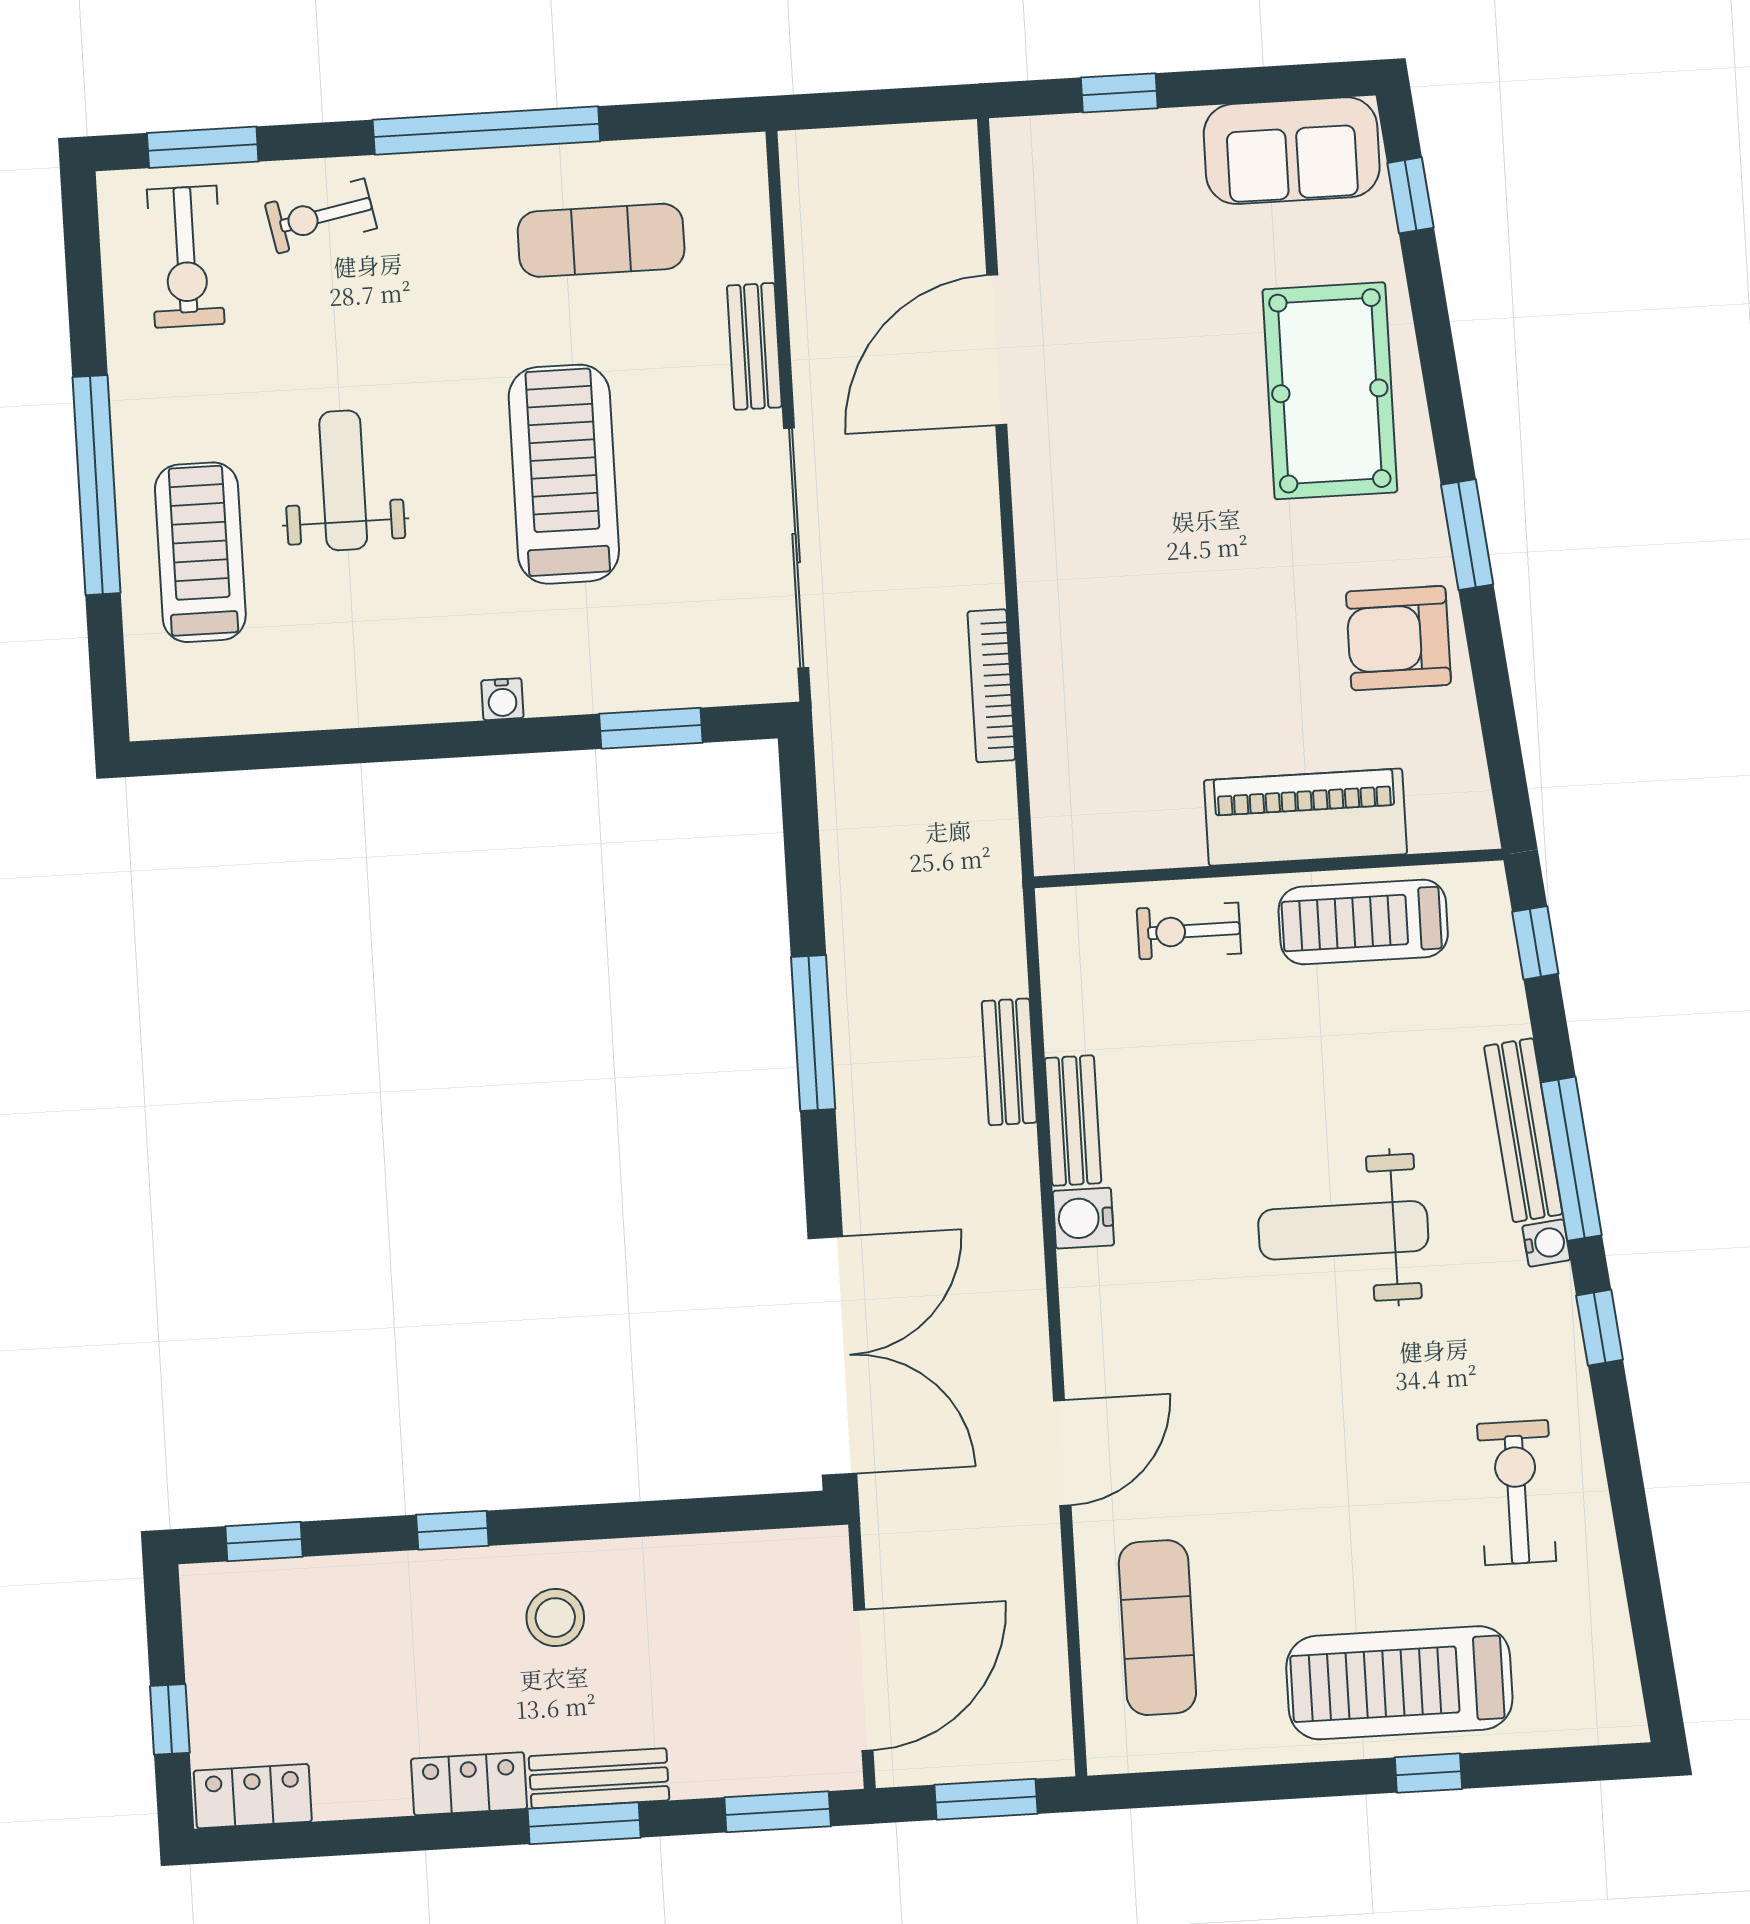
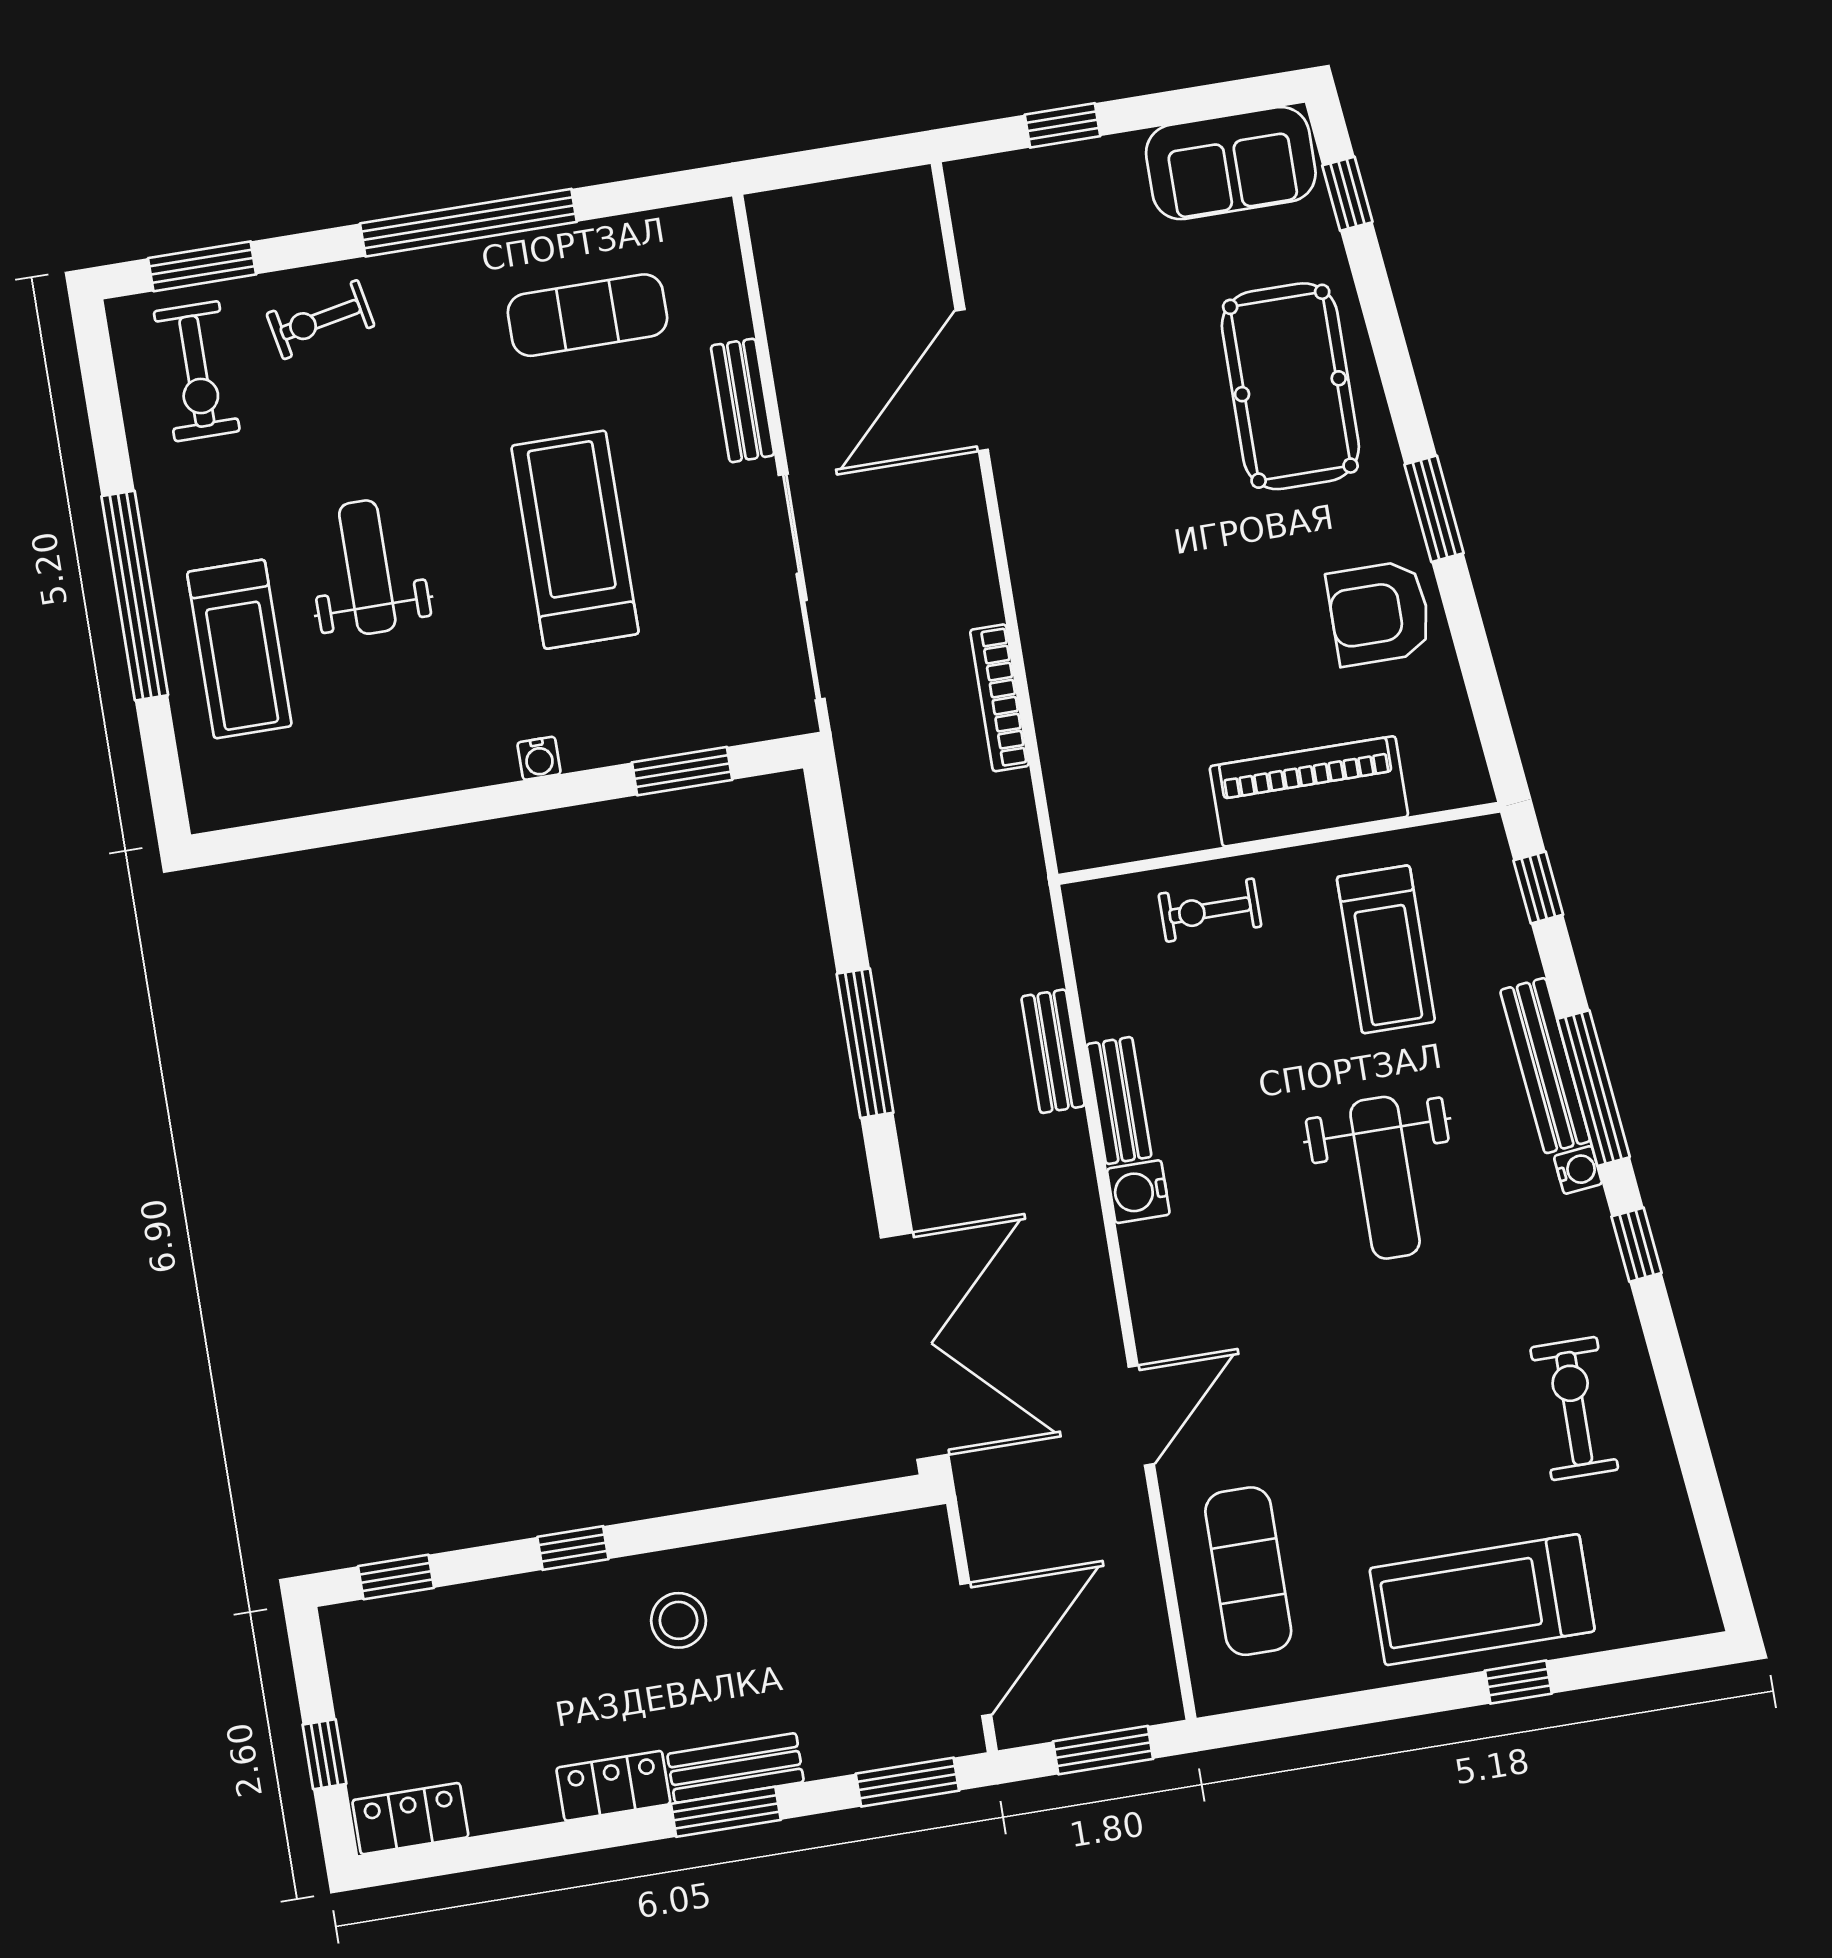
treadmill: (200, 552) -> (239, 649), turned 180
treadmill: (1363, 922) -> (1386, 949), moved, turned -90
weight bench: (1343, 1230) -> (1385, 1178), turned -90

